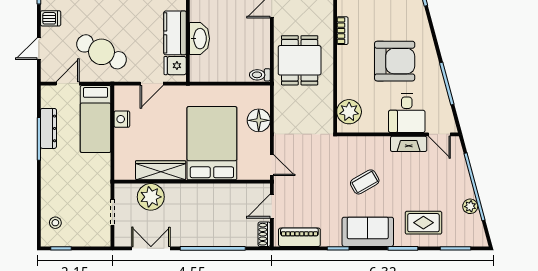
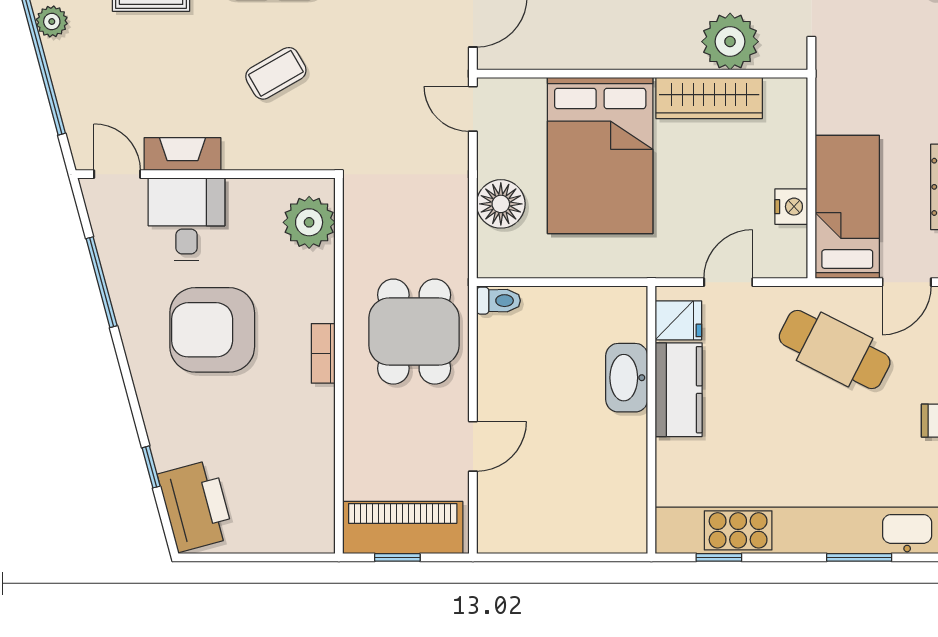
bookcase: (342, 31) -> (323, 353), moved

